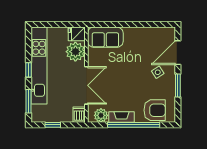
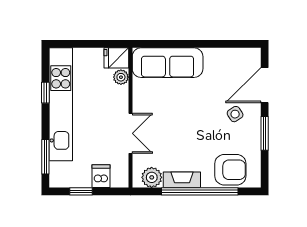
sofa: (105, 37) -> (168, 63), width x1.36
plant: (75, 52) -> (121, 77), width x0.53, depth x0.53
window: (28, 70) -> (45, 93), moved
double door: (86, 85) -> (130, 133), width x0.73
dishwasher: (79, 115) -> (101, 176), moved

